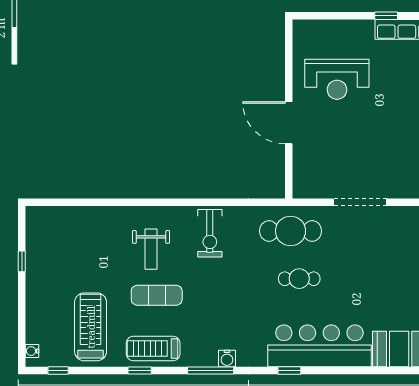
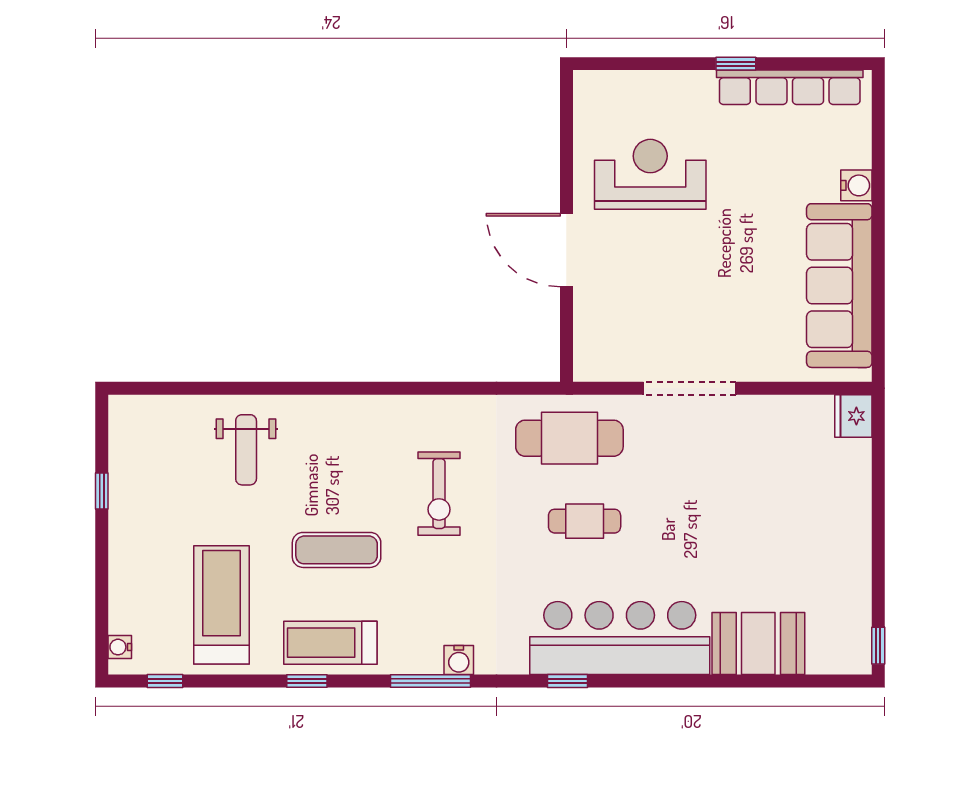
reception desk: (337, 79) -> (650, 174), turned 180
exercise bike: (210, 233) -> (439, 494), moved
weight bench: (151, 249) -> (246, 450), moved

